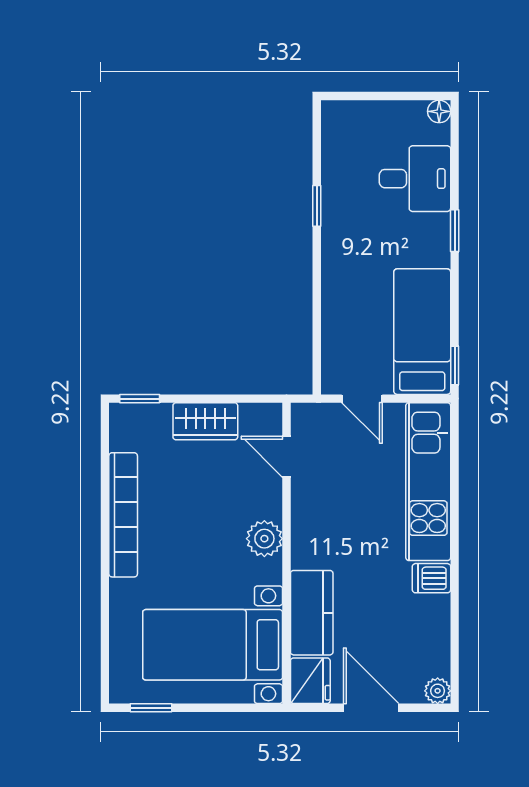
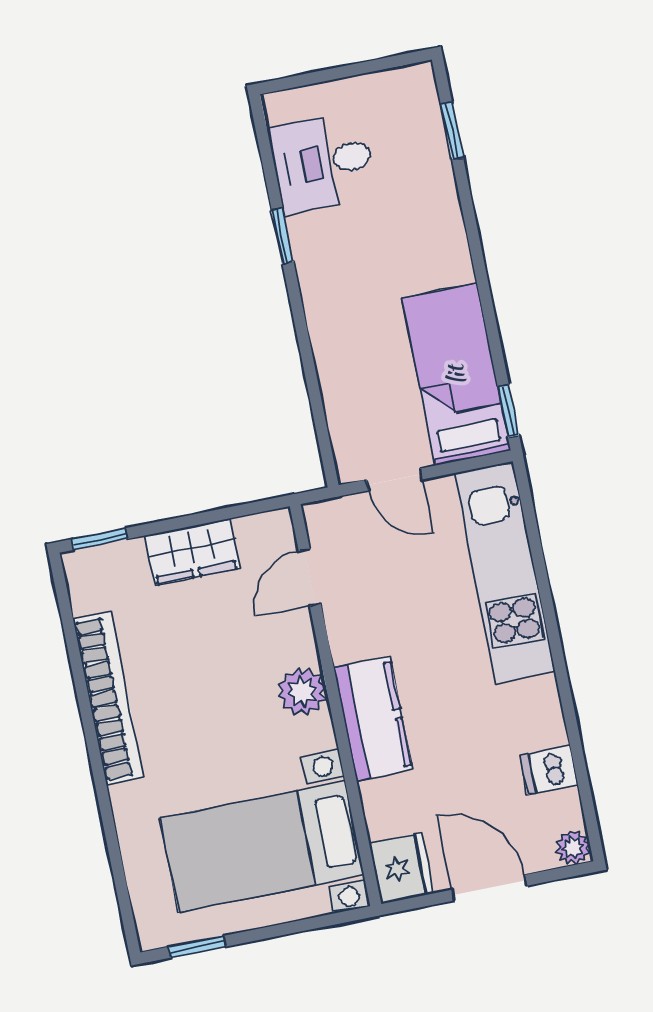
floor lamp: (439, 111) -> (420, 78), removed
desk: (415, 179) -> (322, 162), moved, turned 180
window: (455, 231) -> (452, 130), moved
door: (286, 457) -> (310, 577), hinge flipped
dishwasher: (431, 578) -> (549, 770), moved
kitchen counter: (312, 613) -> (373, 719), moved

